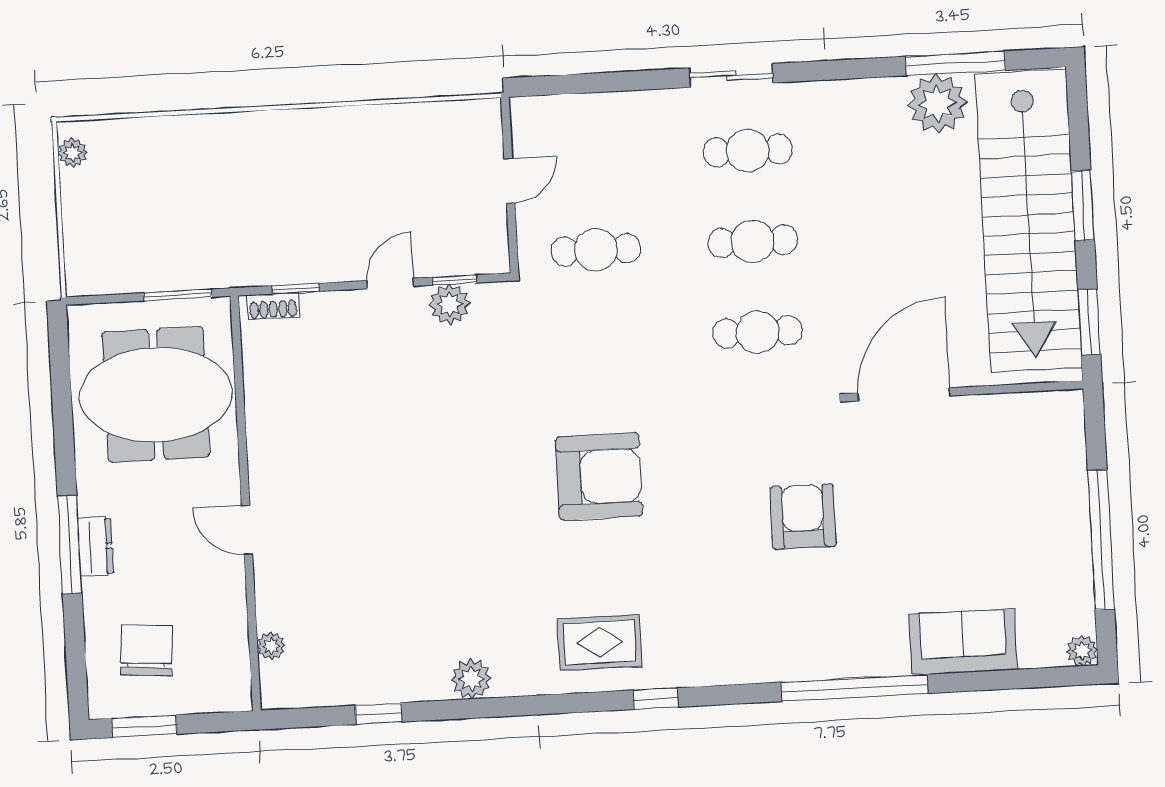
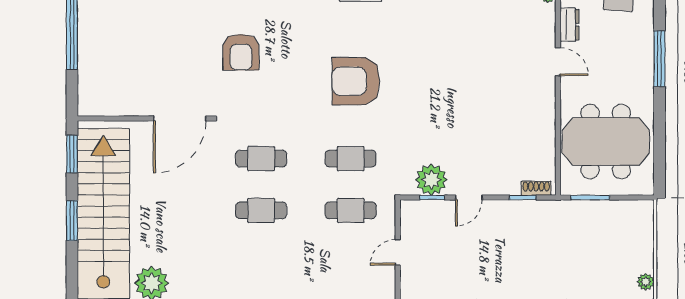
cafe table: (748, 151) -> (351, 159), moved
plant: (450, 304) -> (431, 180), width x1.36, depth x1.36
dresser: (96, 546) -> (570, 25), moved, turned 180

